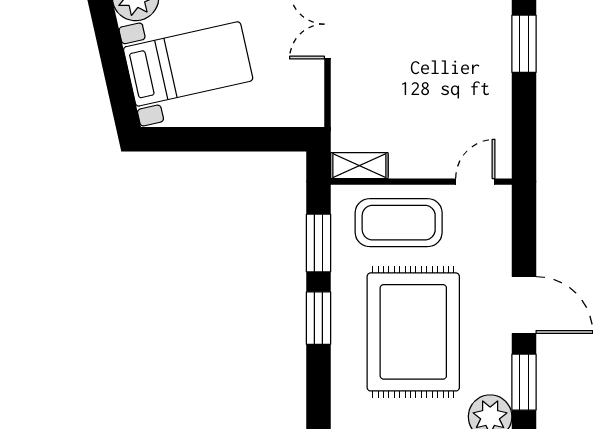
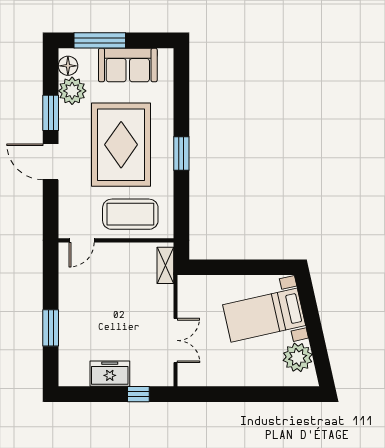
shelving: (359, 166) -> (165, 265), moved, turned 90
window: (318, 243) -> (181, 201), removed

